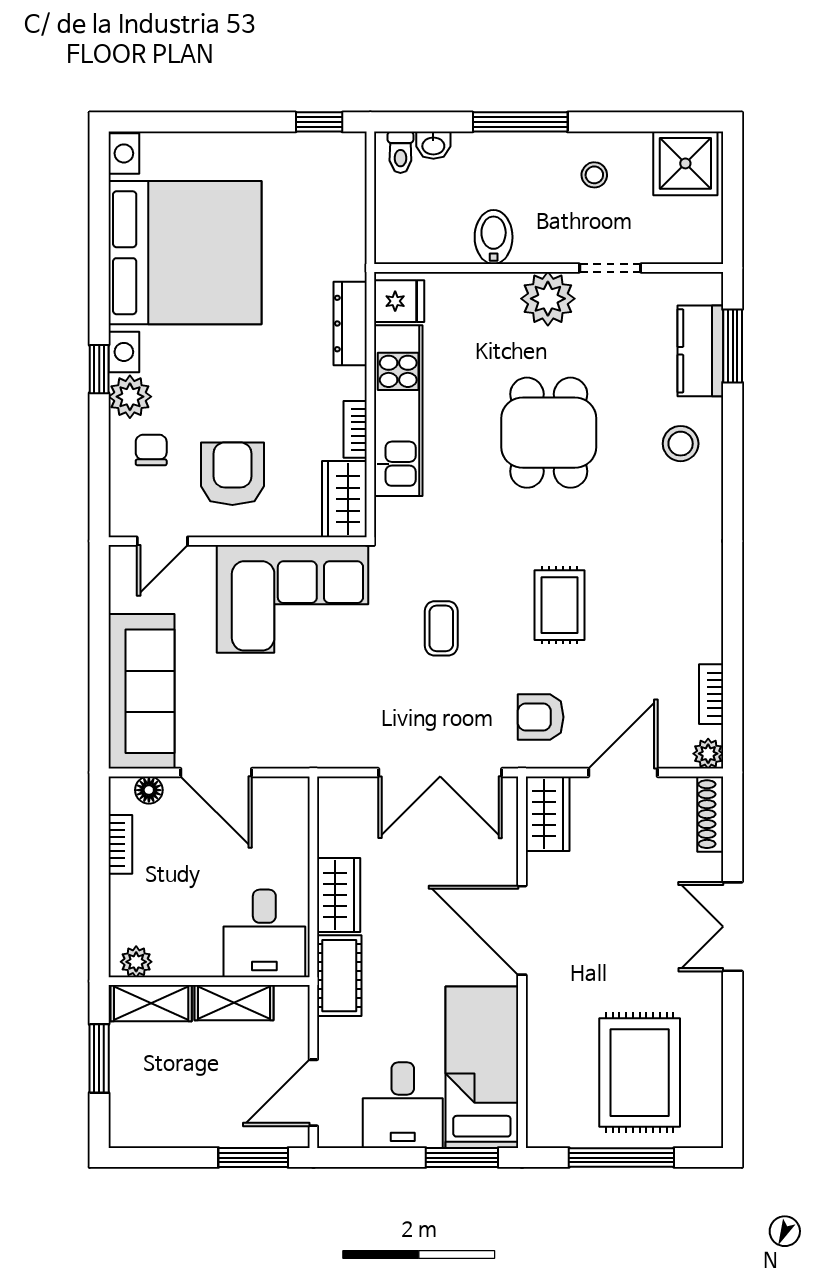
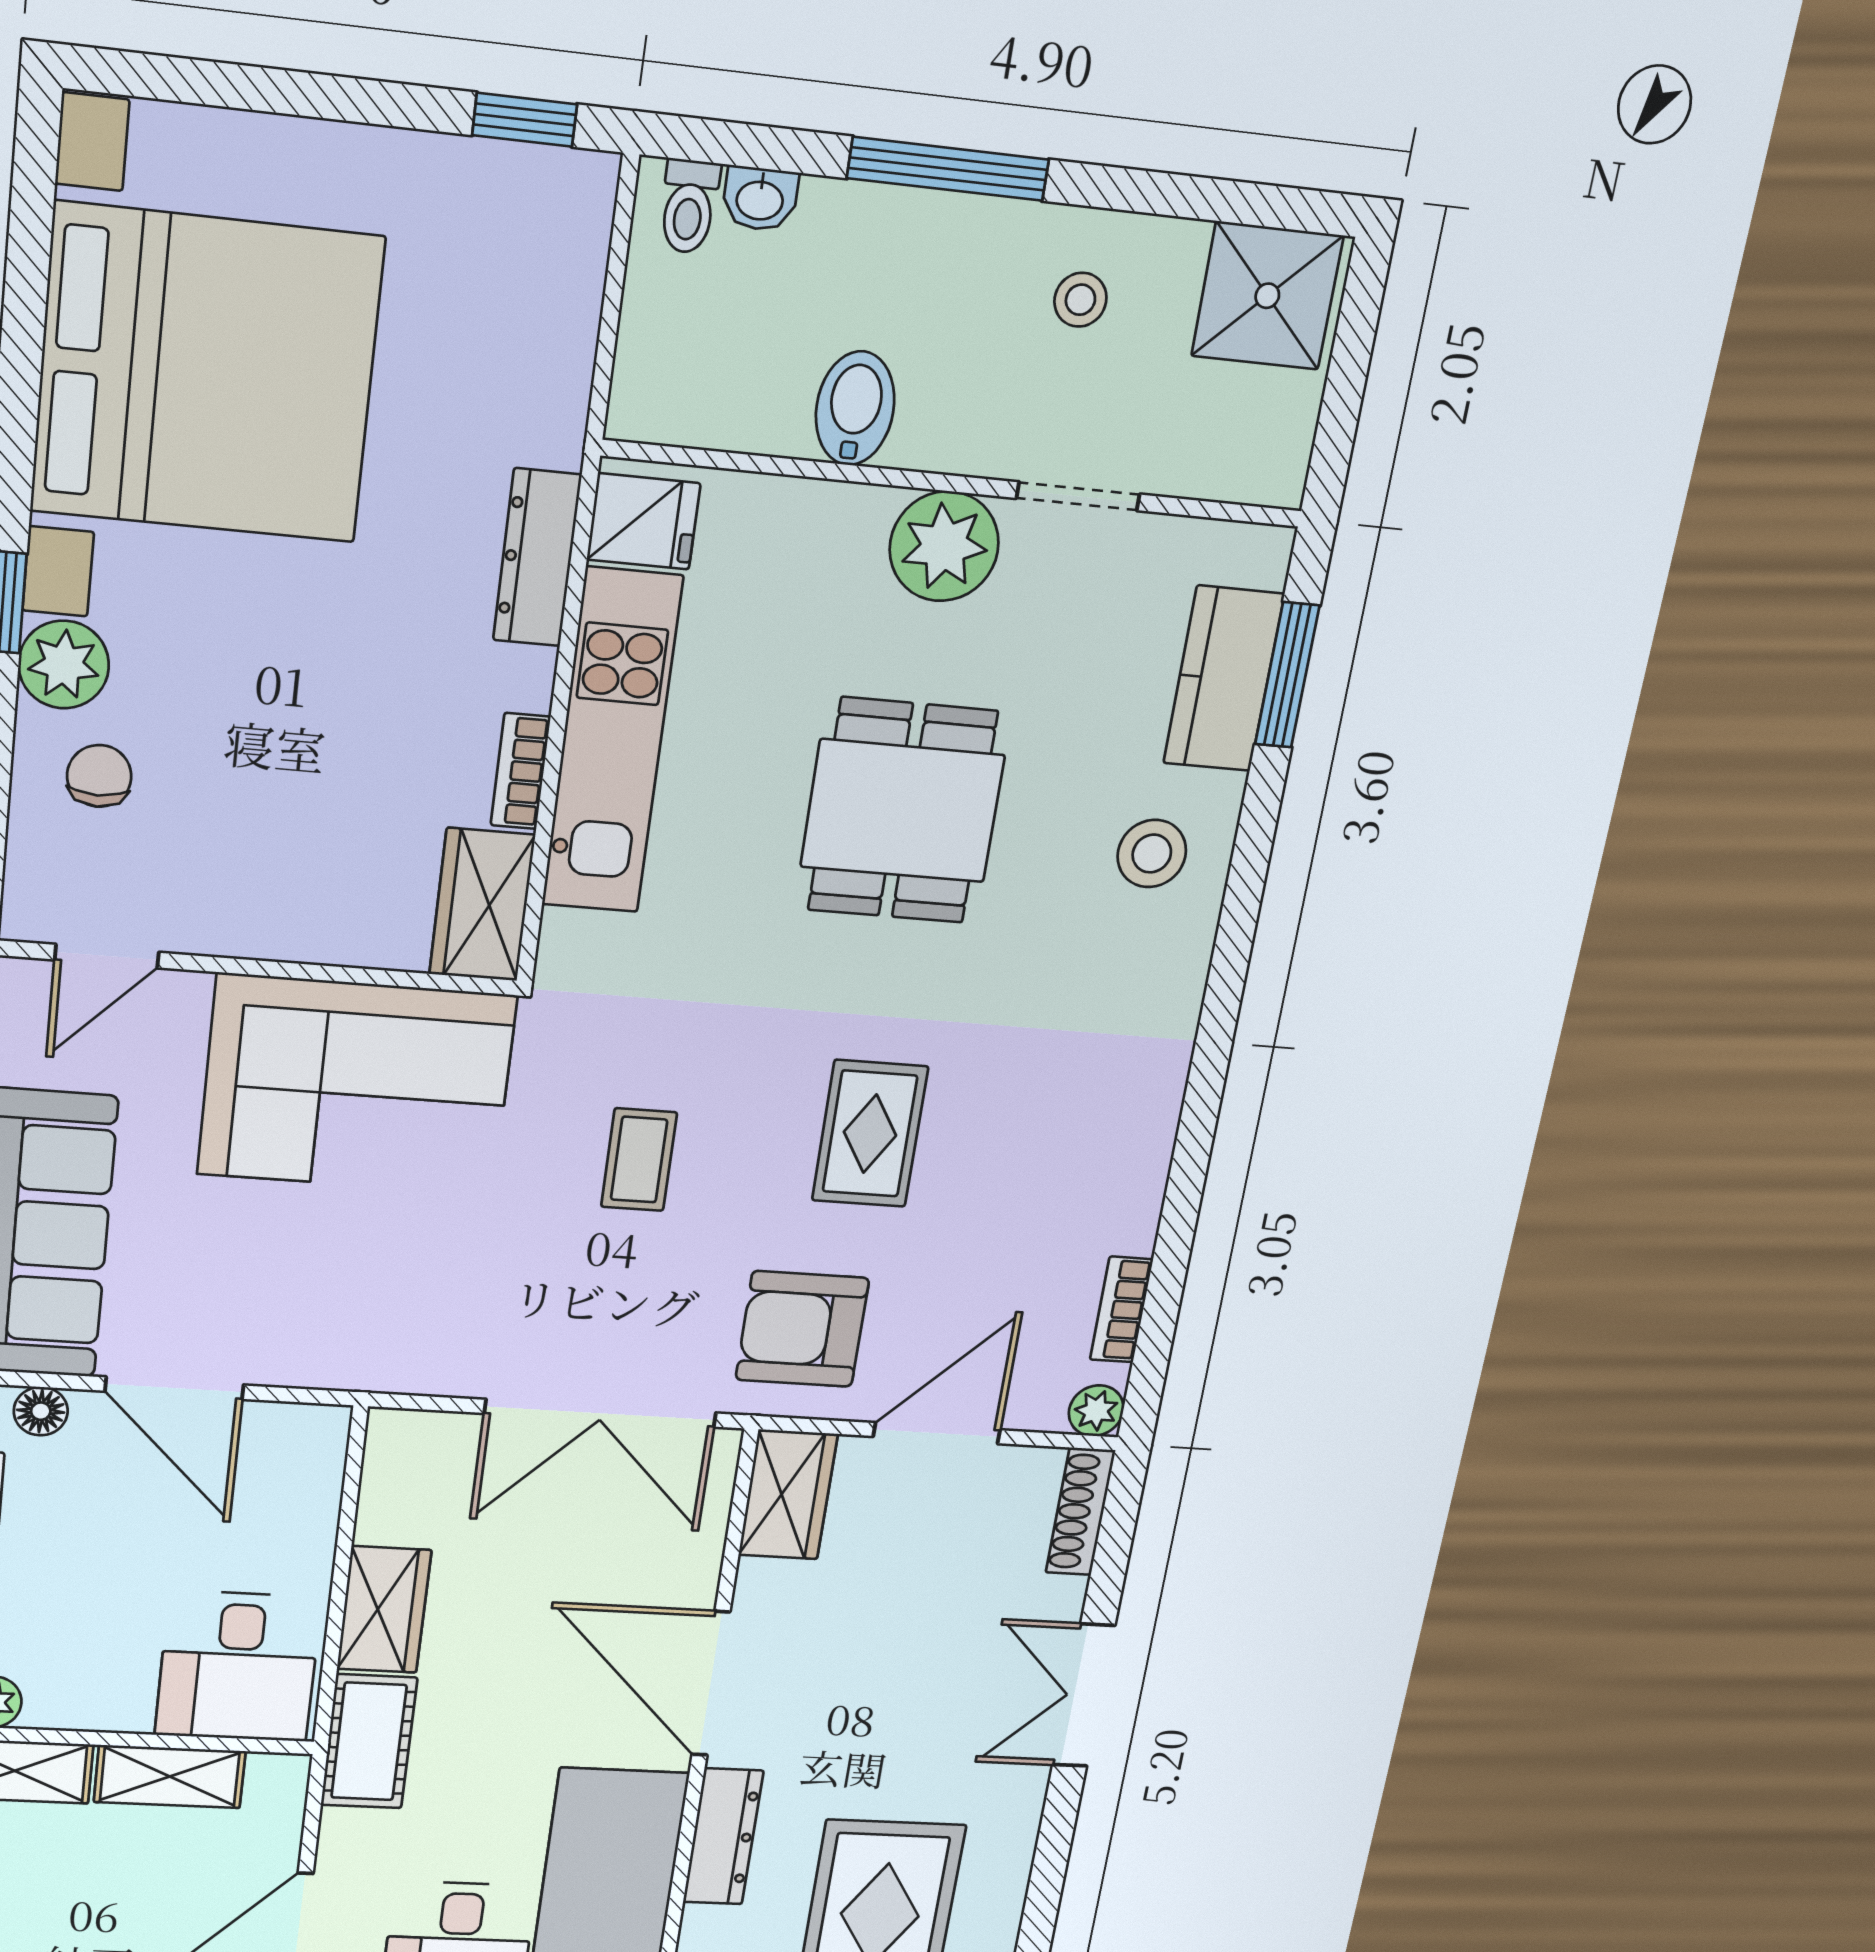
armchair: (232, 474) -> (262, 837), removed
armchair: (541, 717) -> (802, 1329), width x1.38, depth x1.38
dresser: (543, 1026) -> (723, 1837), added

